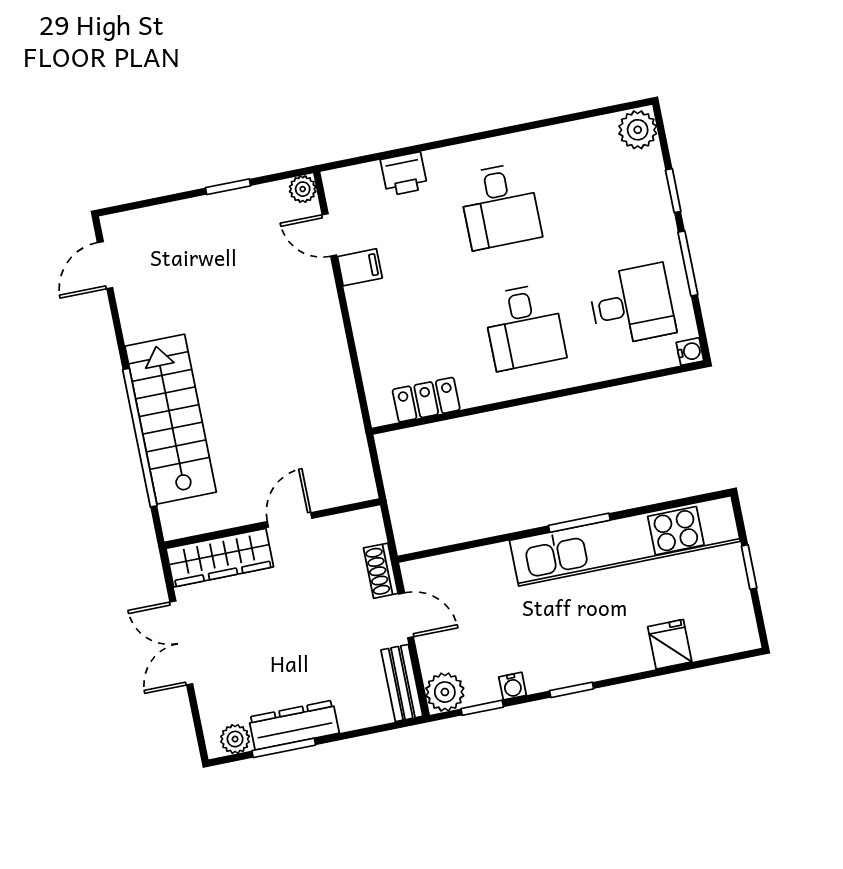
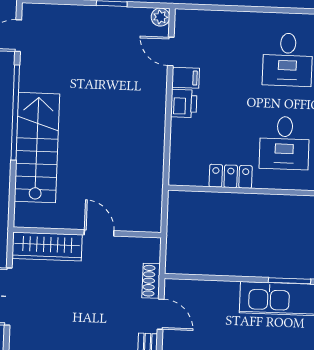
printer: (404, 174) -> (184, 104), moved, turned -90
locker: (426, 400) -> (231, 176), moved
window: (140, 438) -> (15, 112), moved
door: (290, 520) -> (99, 233), hinge flipped

